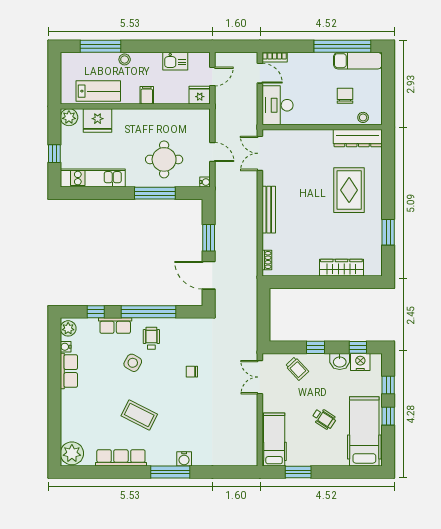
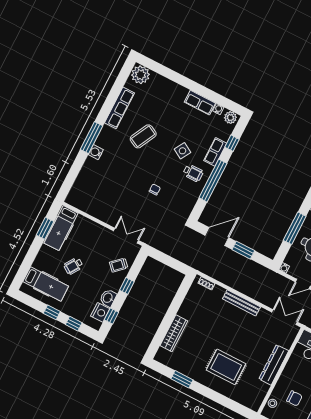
dresser: (358, 138) -> (274, 365), moved
hospital bed: (364, 431) -> (46, 284), width x0.73, depth x0.78
hospital bed: (274, 439) -> (61, 228), moved, turned 90

